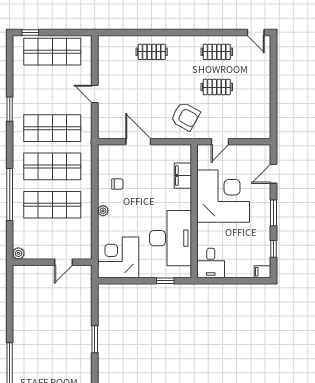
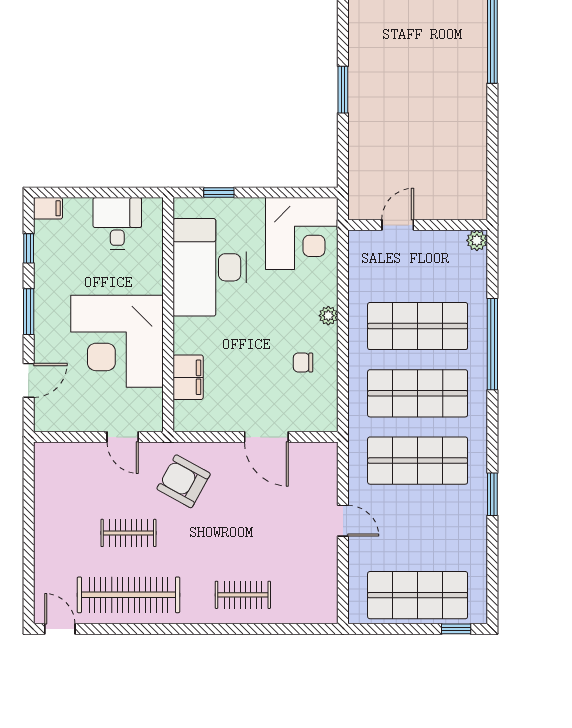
clothes rail: (217, 52) -> (128, 595), width x1.86, depth x1.31
door: (220, 142) -> (123, 437), swing flipped
desk: (211, 263) -> (117, 224), moved

